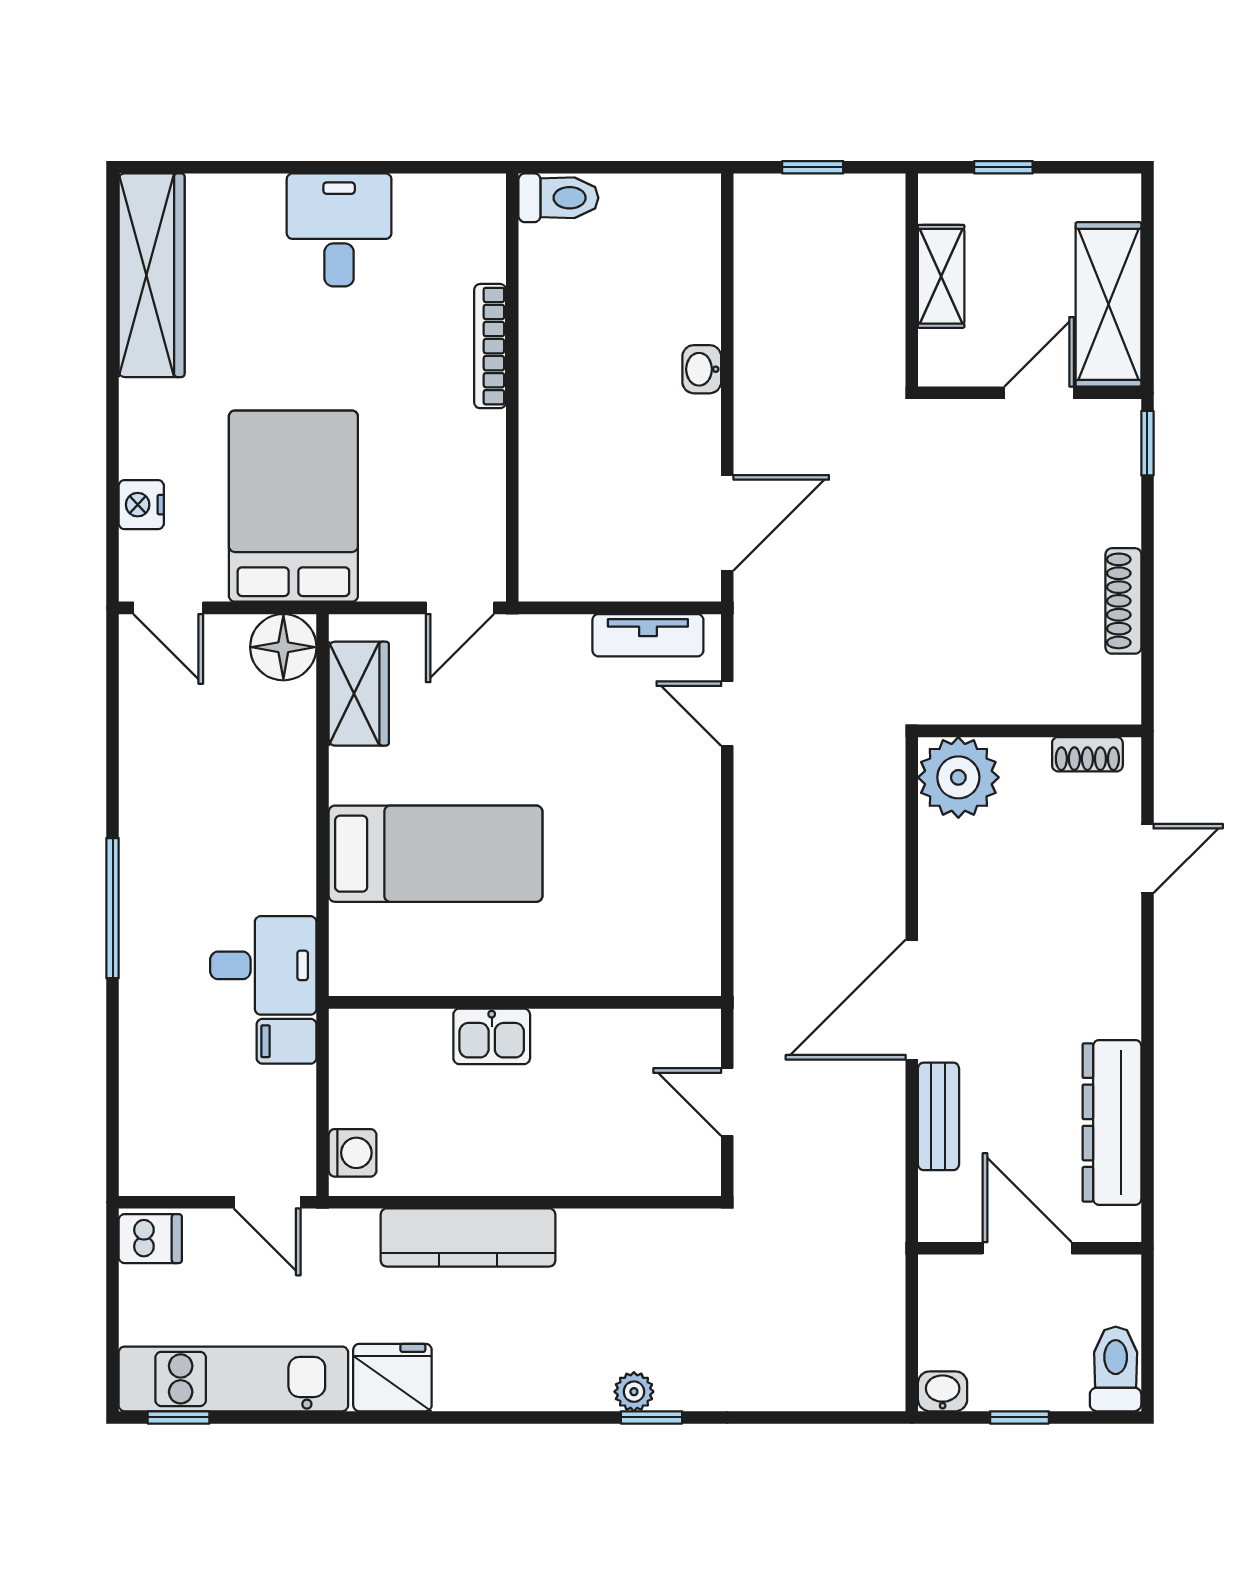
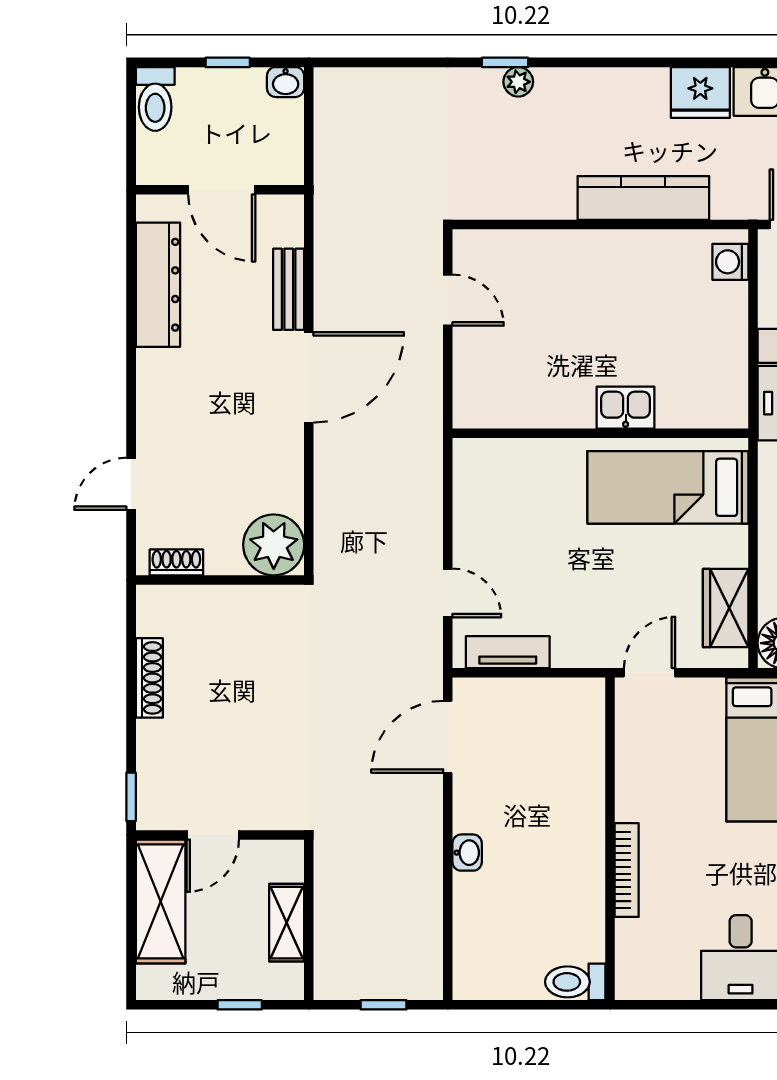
wall: (525, 1002) -> (600, 433), moved
kitchen sink: (492, 1036) -> (626, 408), moved

